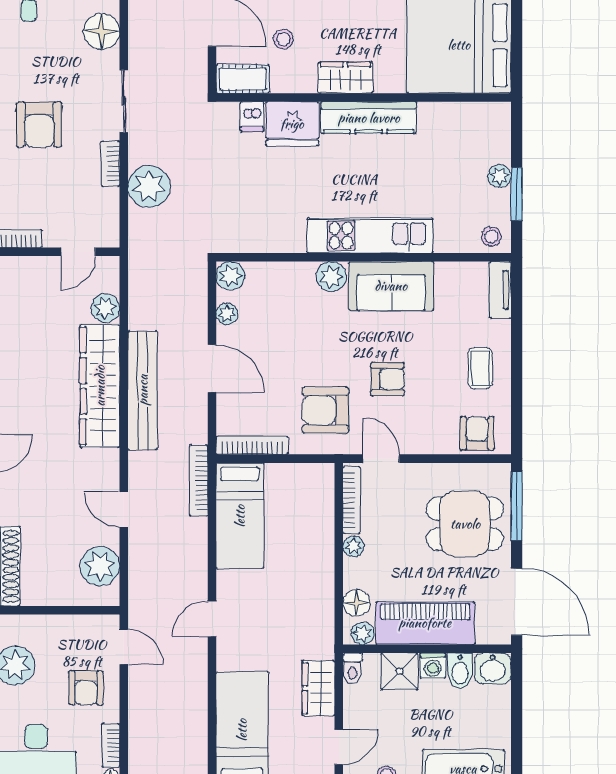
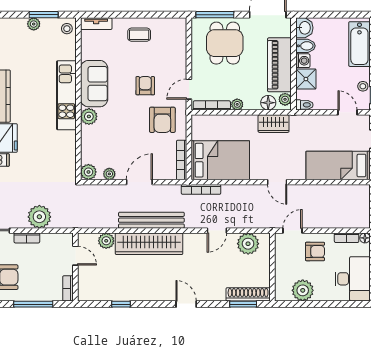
armchair: (477, 433) -> (175, 36), removed
bed: (240, 516) -> (220, 160), width x1.50
wardrobe: (318, 688) -> (274, 124), moved

